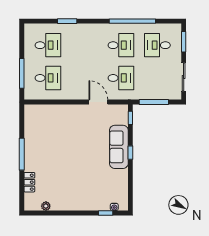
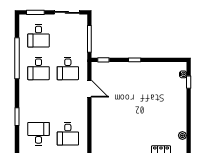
desk: (121, 45) -> (38, 68), turned 180
desk: (48, 78) -> (68, 134), turned 180
desk: (121, 78) -> (68, 68), turned 180
door: (98, 102) -> (89, 89), swing flipped
sofa: (119, 147) -> (129, 70), removed

